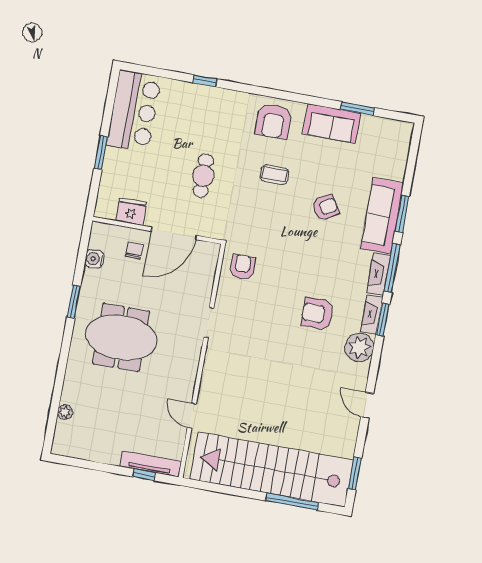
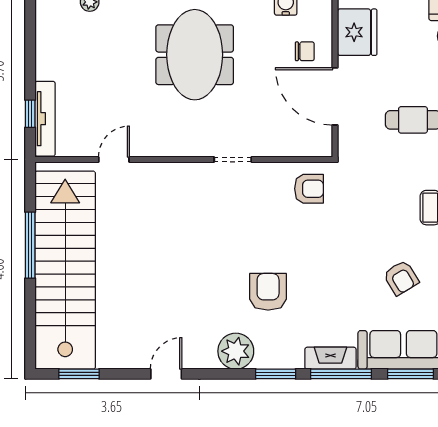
fridge: (131, 212) -> (357, 32), width x1.36, depth x1.34
fireplace: (372, 314) -> (279, 359), removed
window: (292, 502) -> (30, 245), moved

